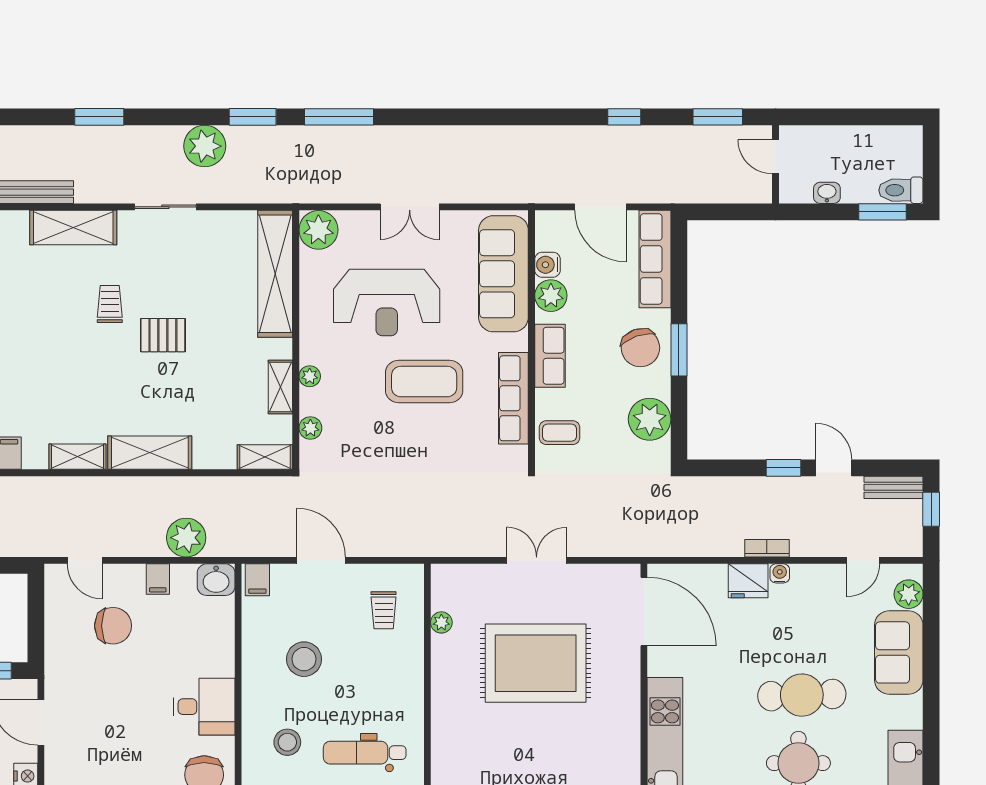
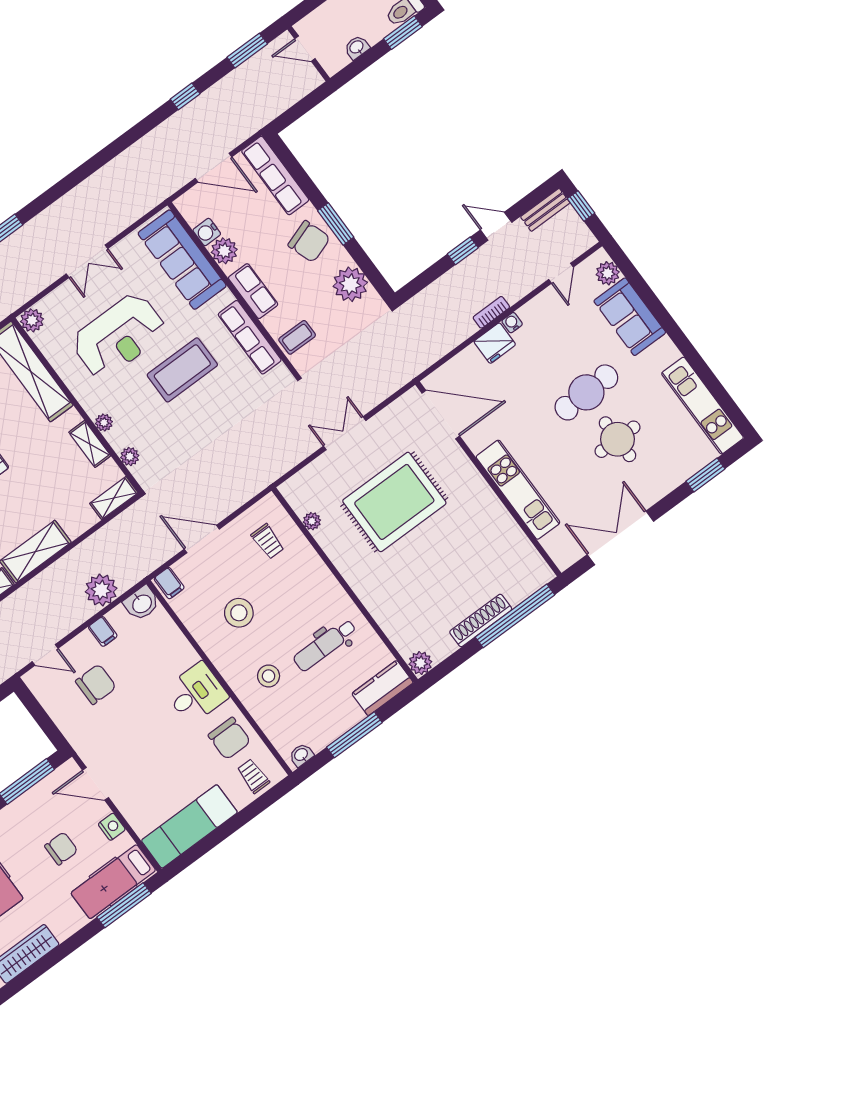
plant: (318, 230) -> (32, 320), width x0.73, depth x0.73

